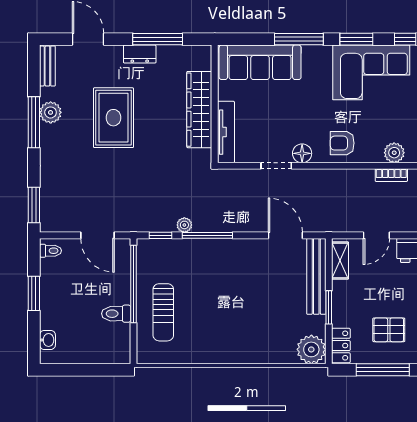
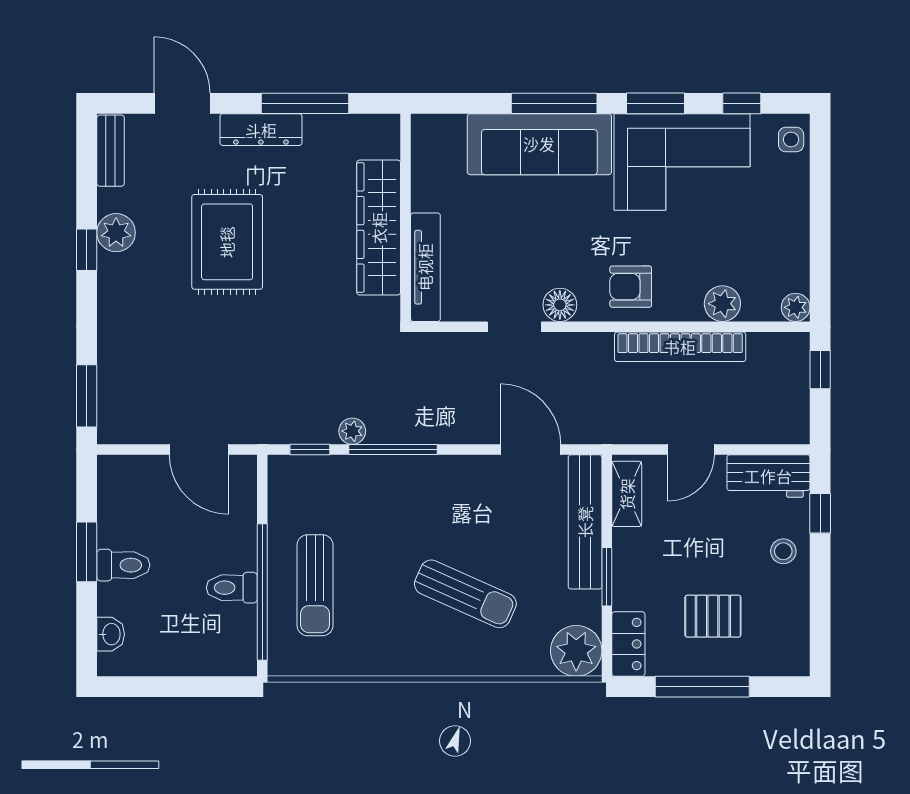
dresser: (140, 54) -> (261, 130), width x1.44
sofa: (260, 62) -> (539, 144), moved
window: (34, 122) -> (87, 250), width x0.46
bookcase: (391, 175) -> (680, 347), width x2.31, depth x1.31
toilet: (51, 251) -> (123, 565), moved, width x1.37, depth x1.39
window: (133, 284) -> (262, 592), moved
sun lounger: (248, 317) -> (465, 594), added

